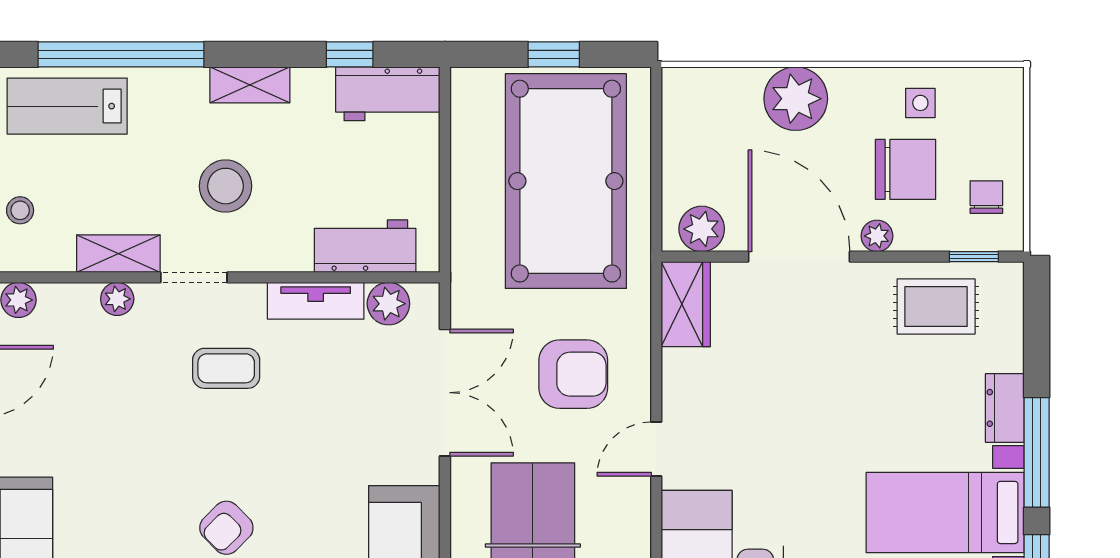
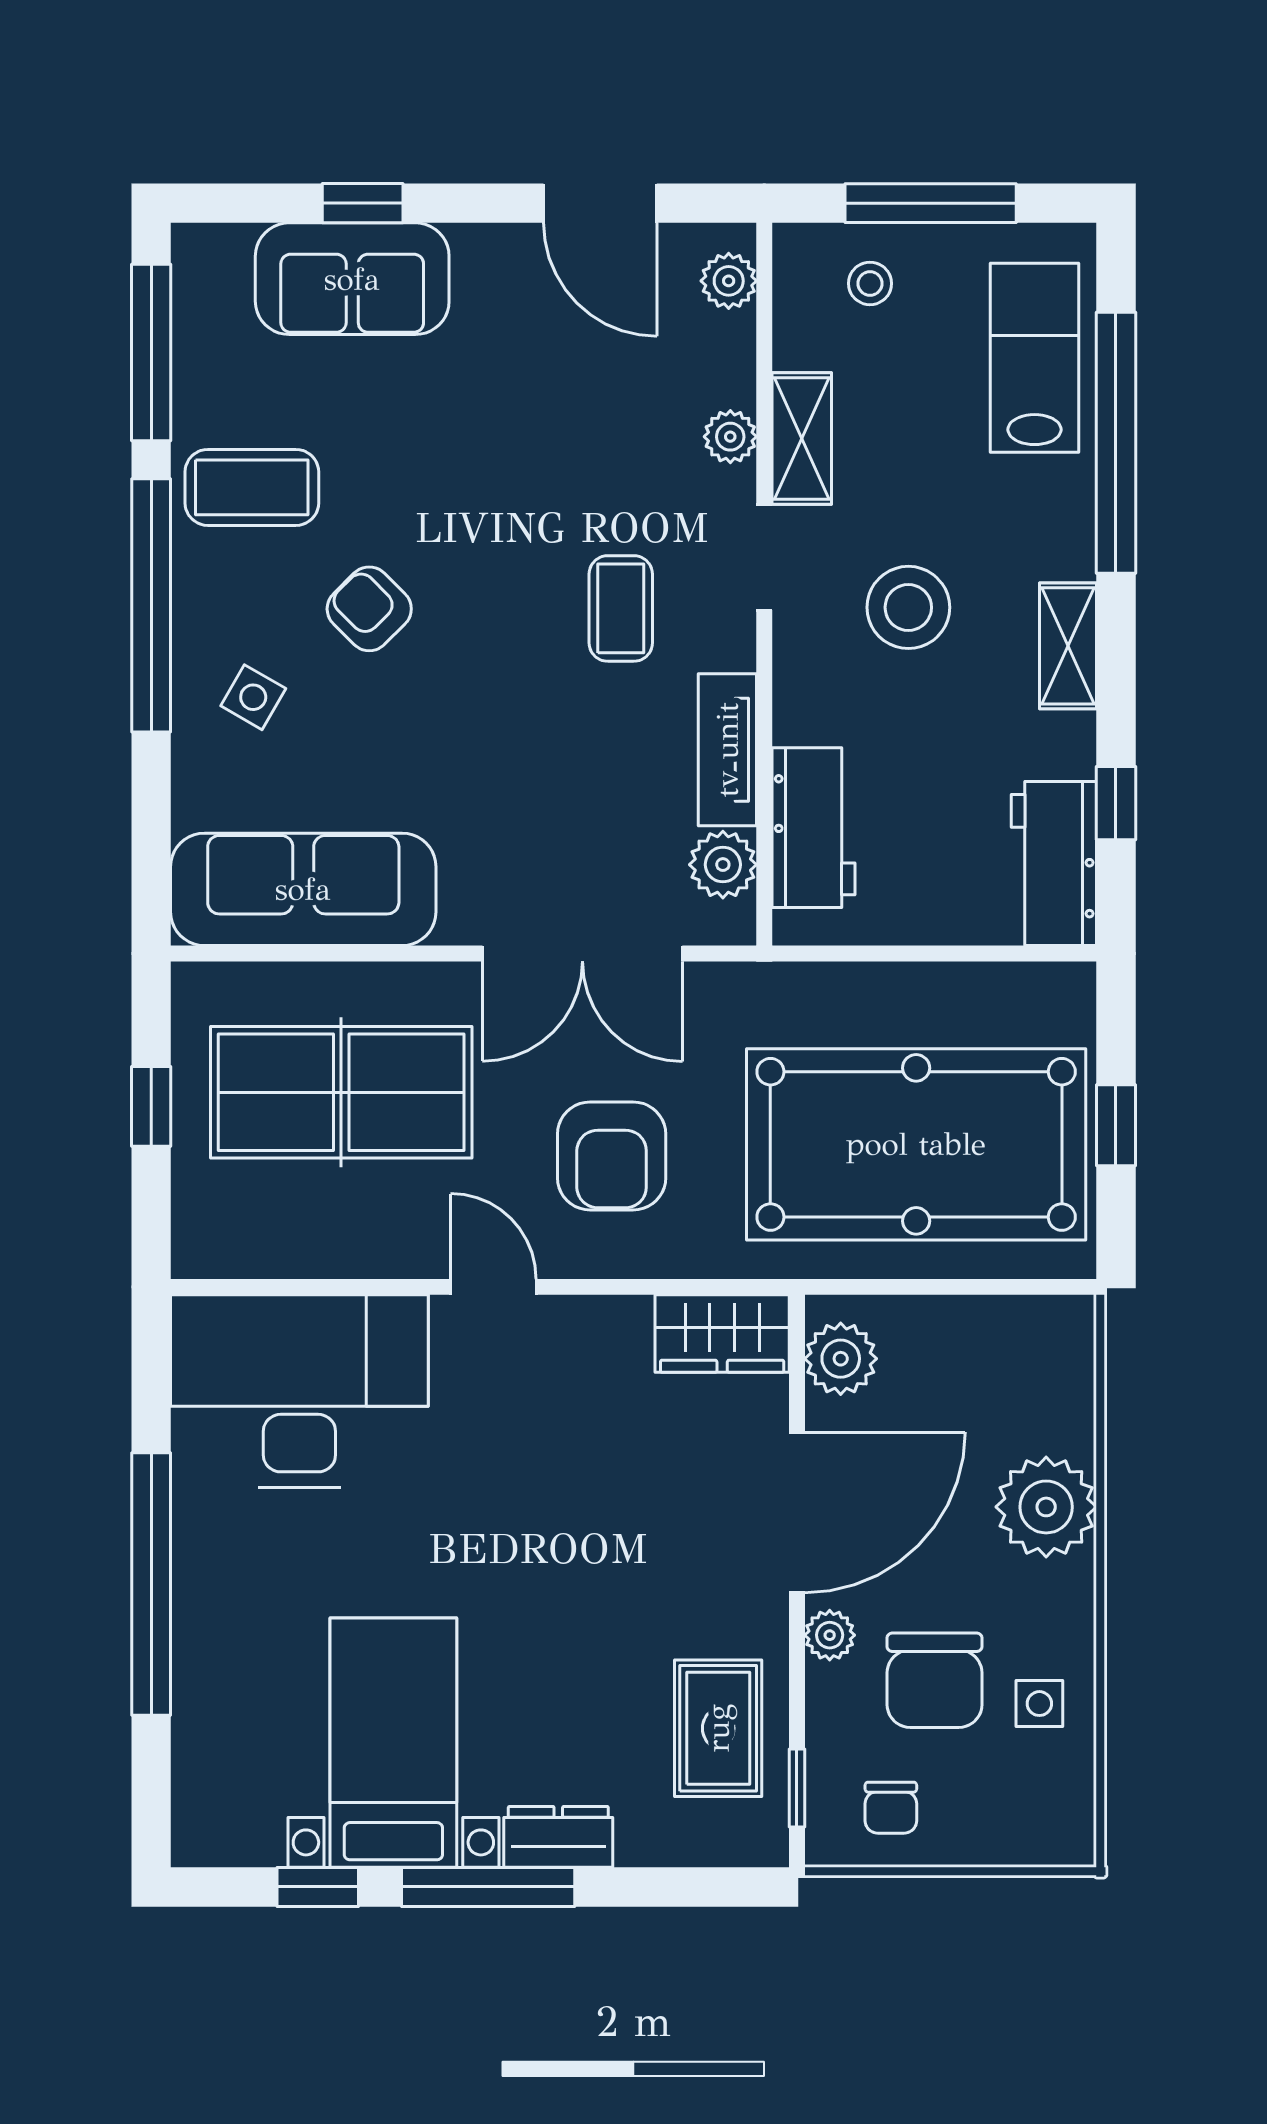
chair: (986, 197) -> (891, 1808), turned 90

